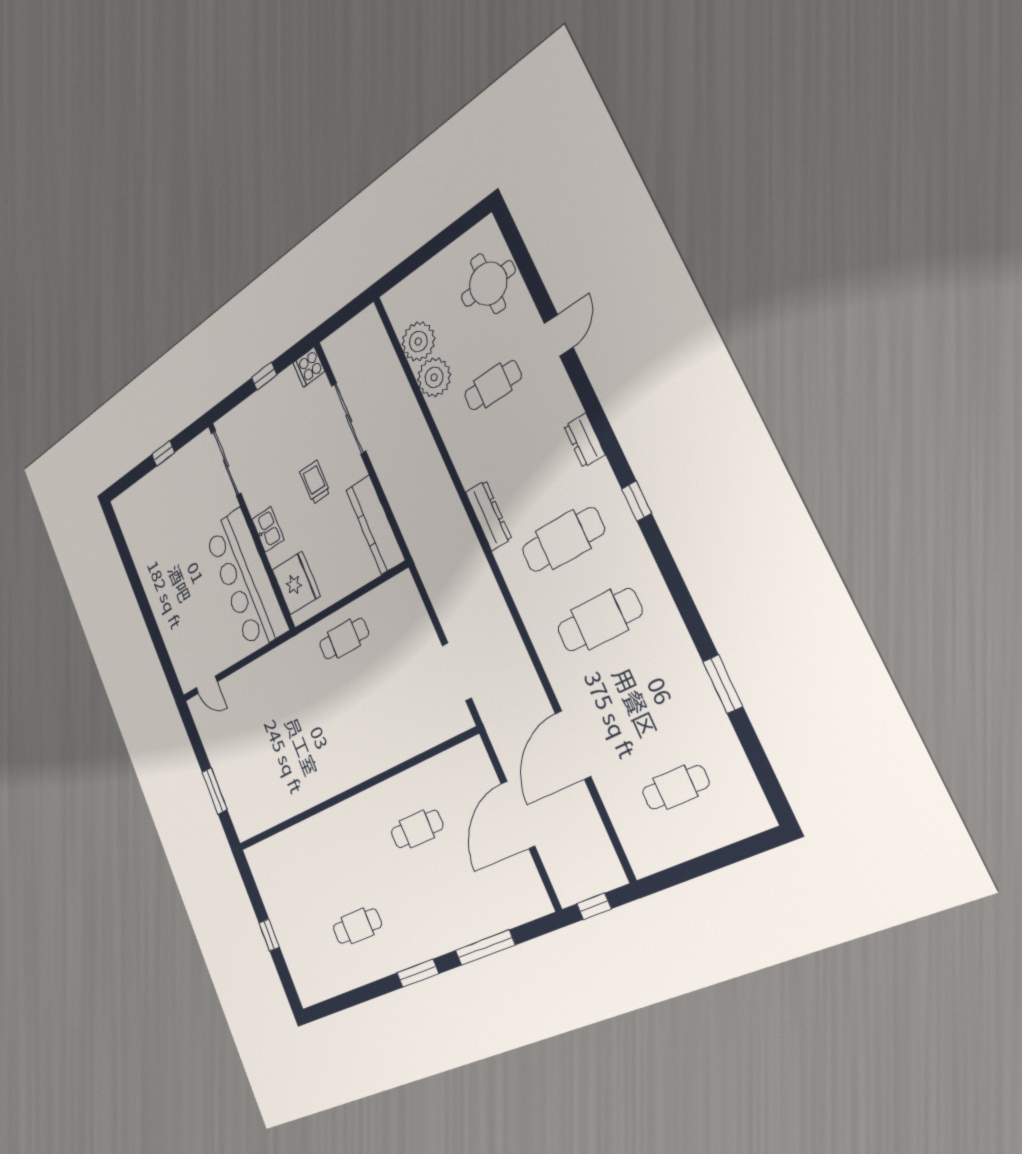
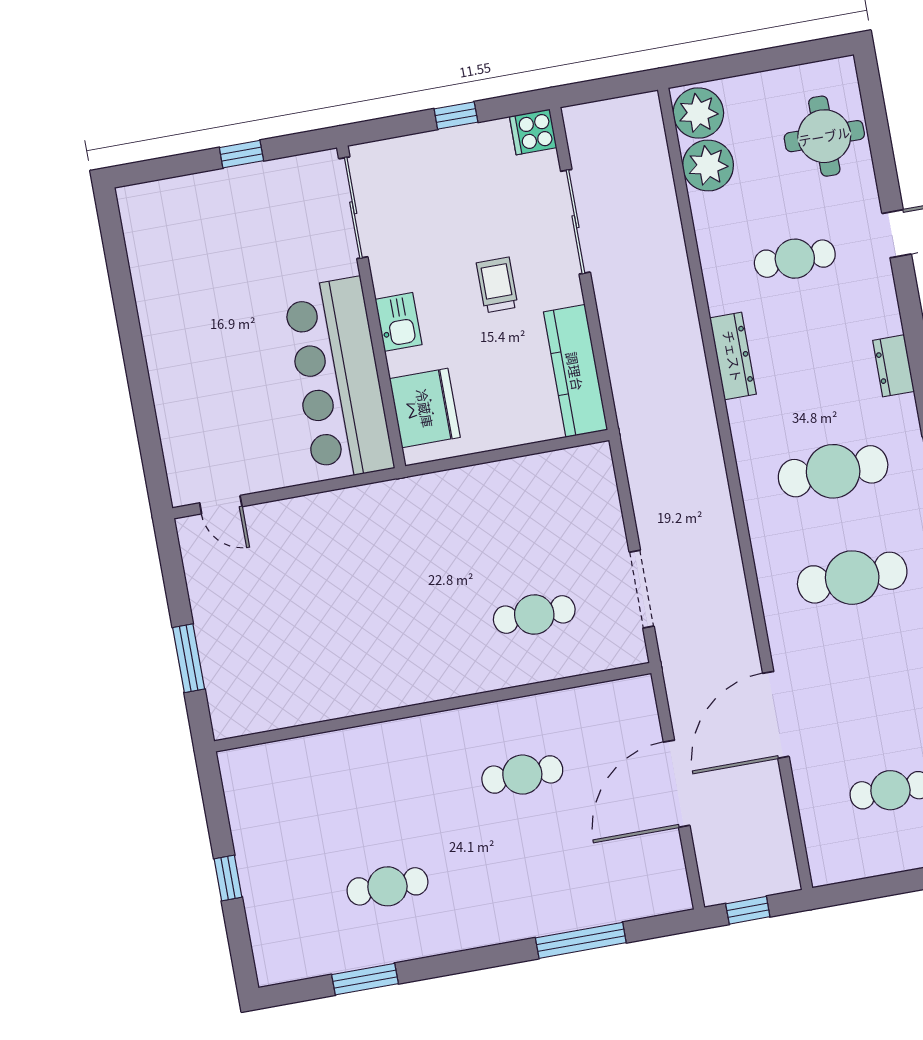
plant: (434, 377) -> (698, 113), moved
dresser: (489, 516) -> (733, 356), moved
cafe table: (344, 639) -> (534, 615), moved
window: (418, 973) -> (365, 979), moved

